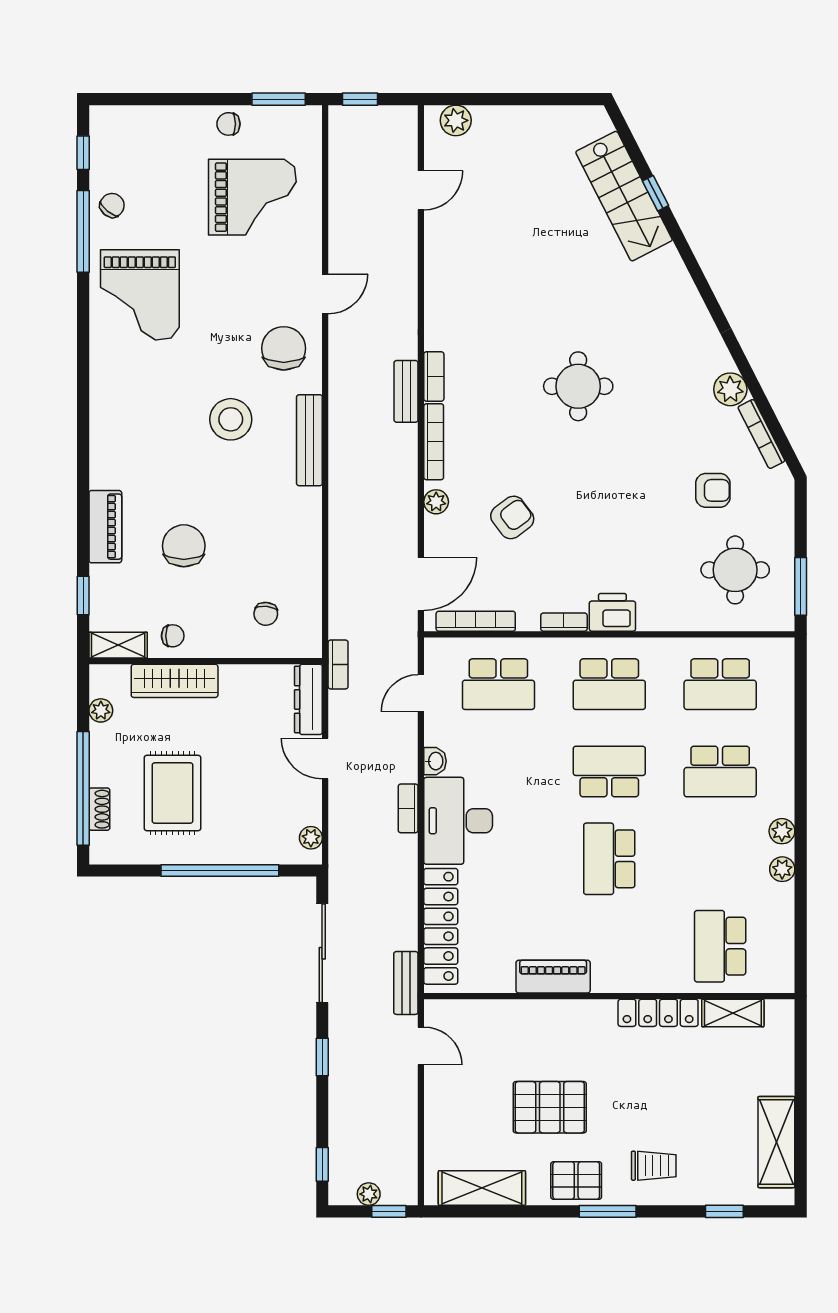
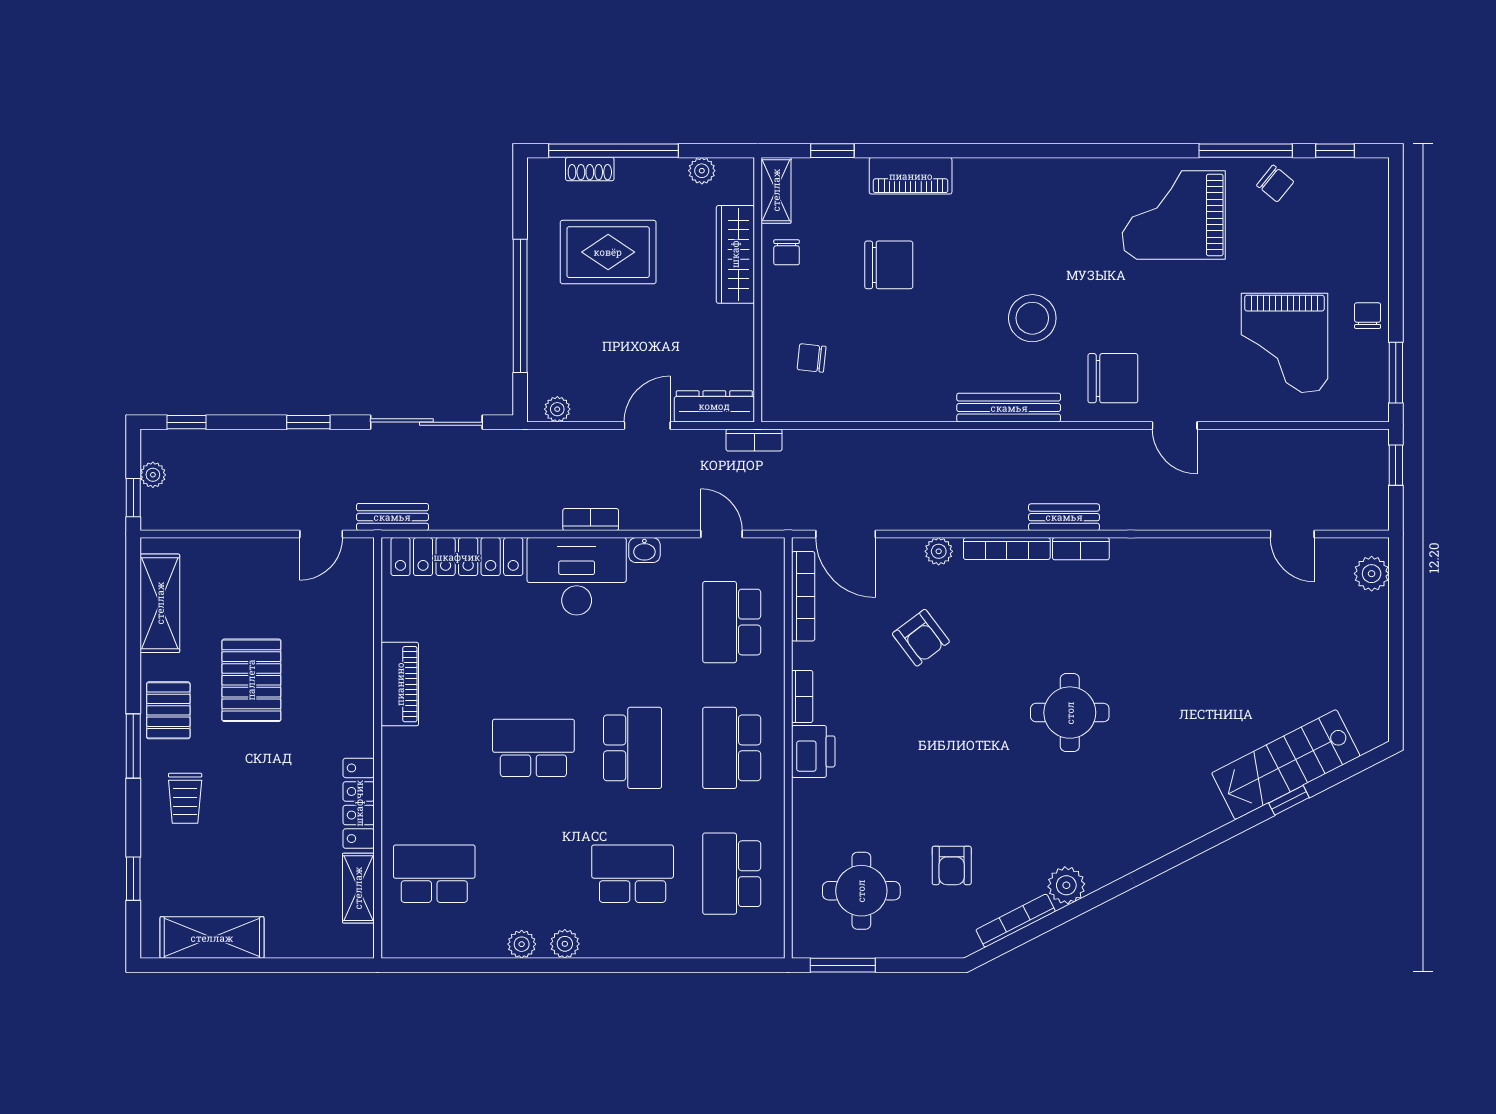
school desk: (720, 771) -> (633, 874), turned 90

